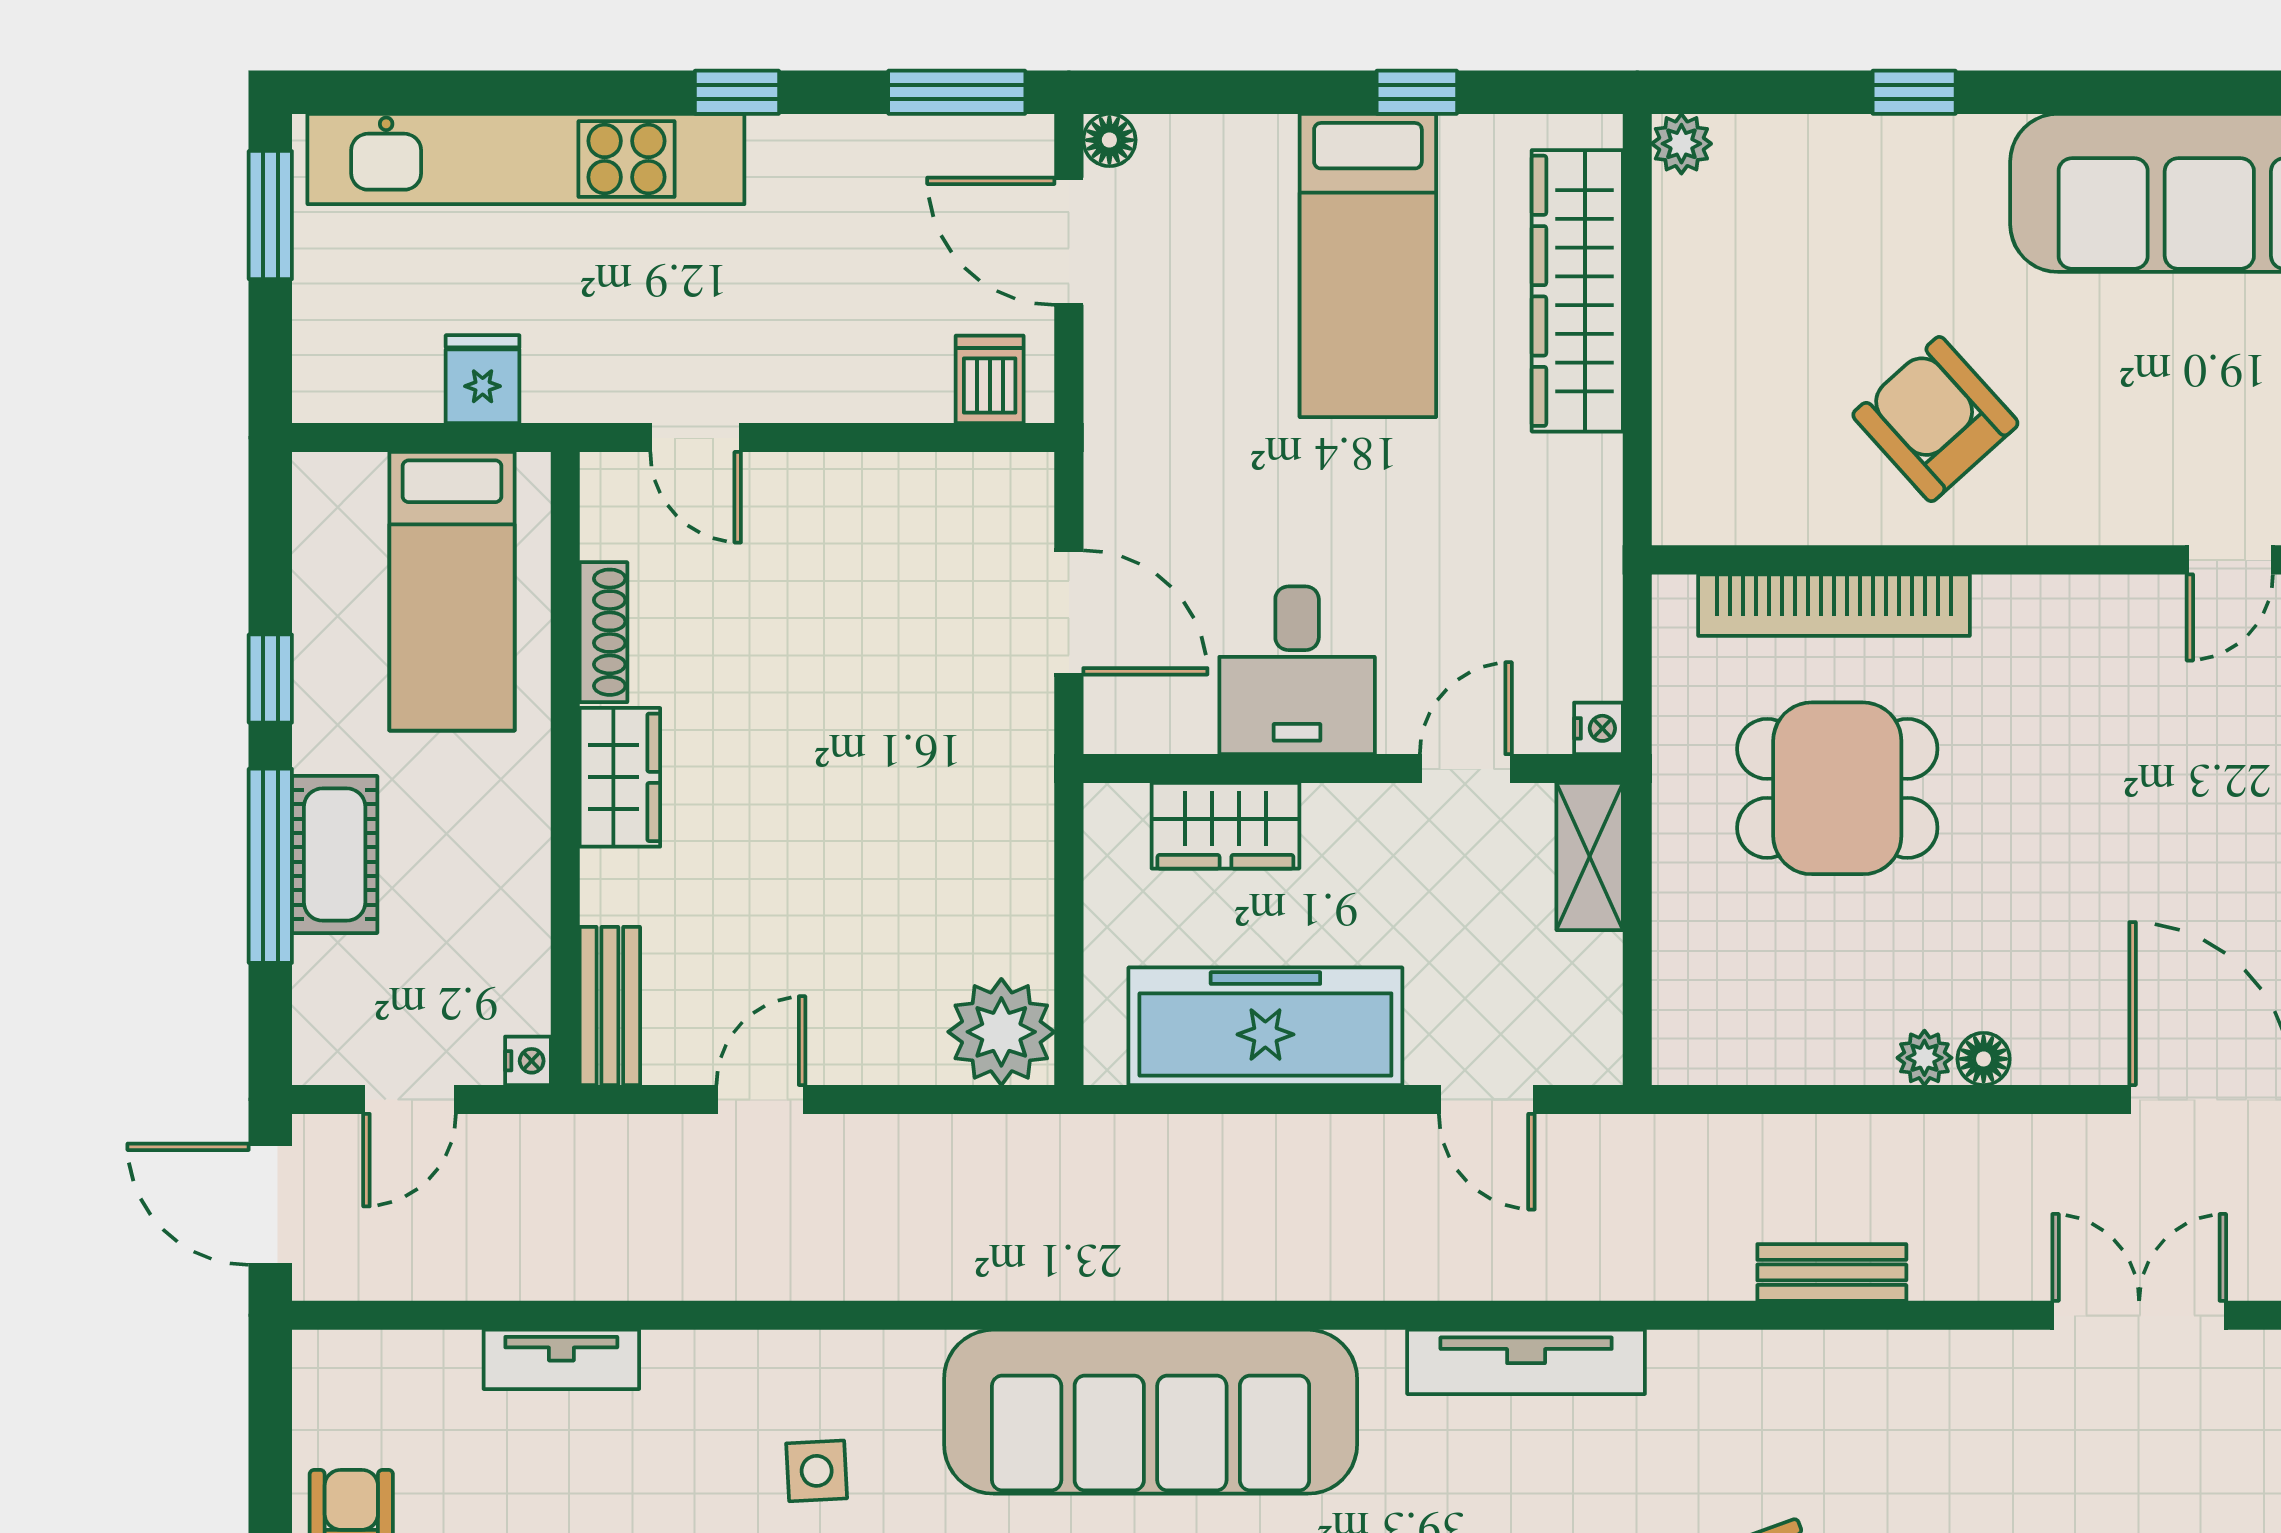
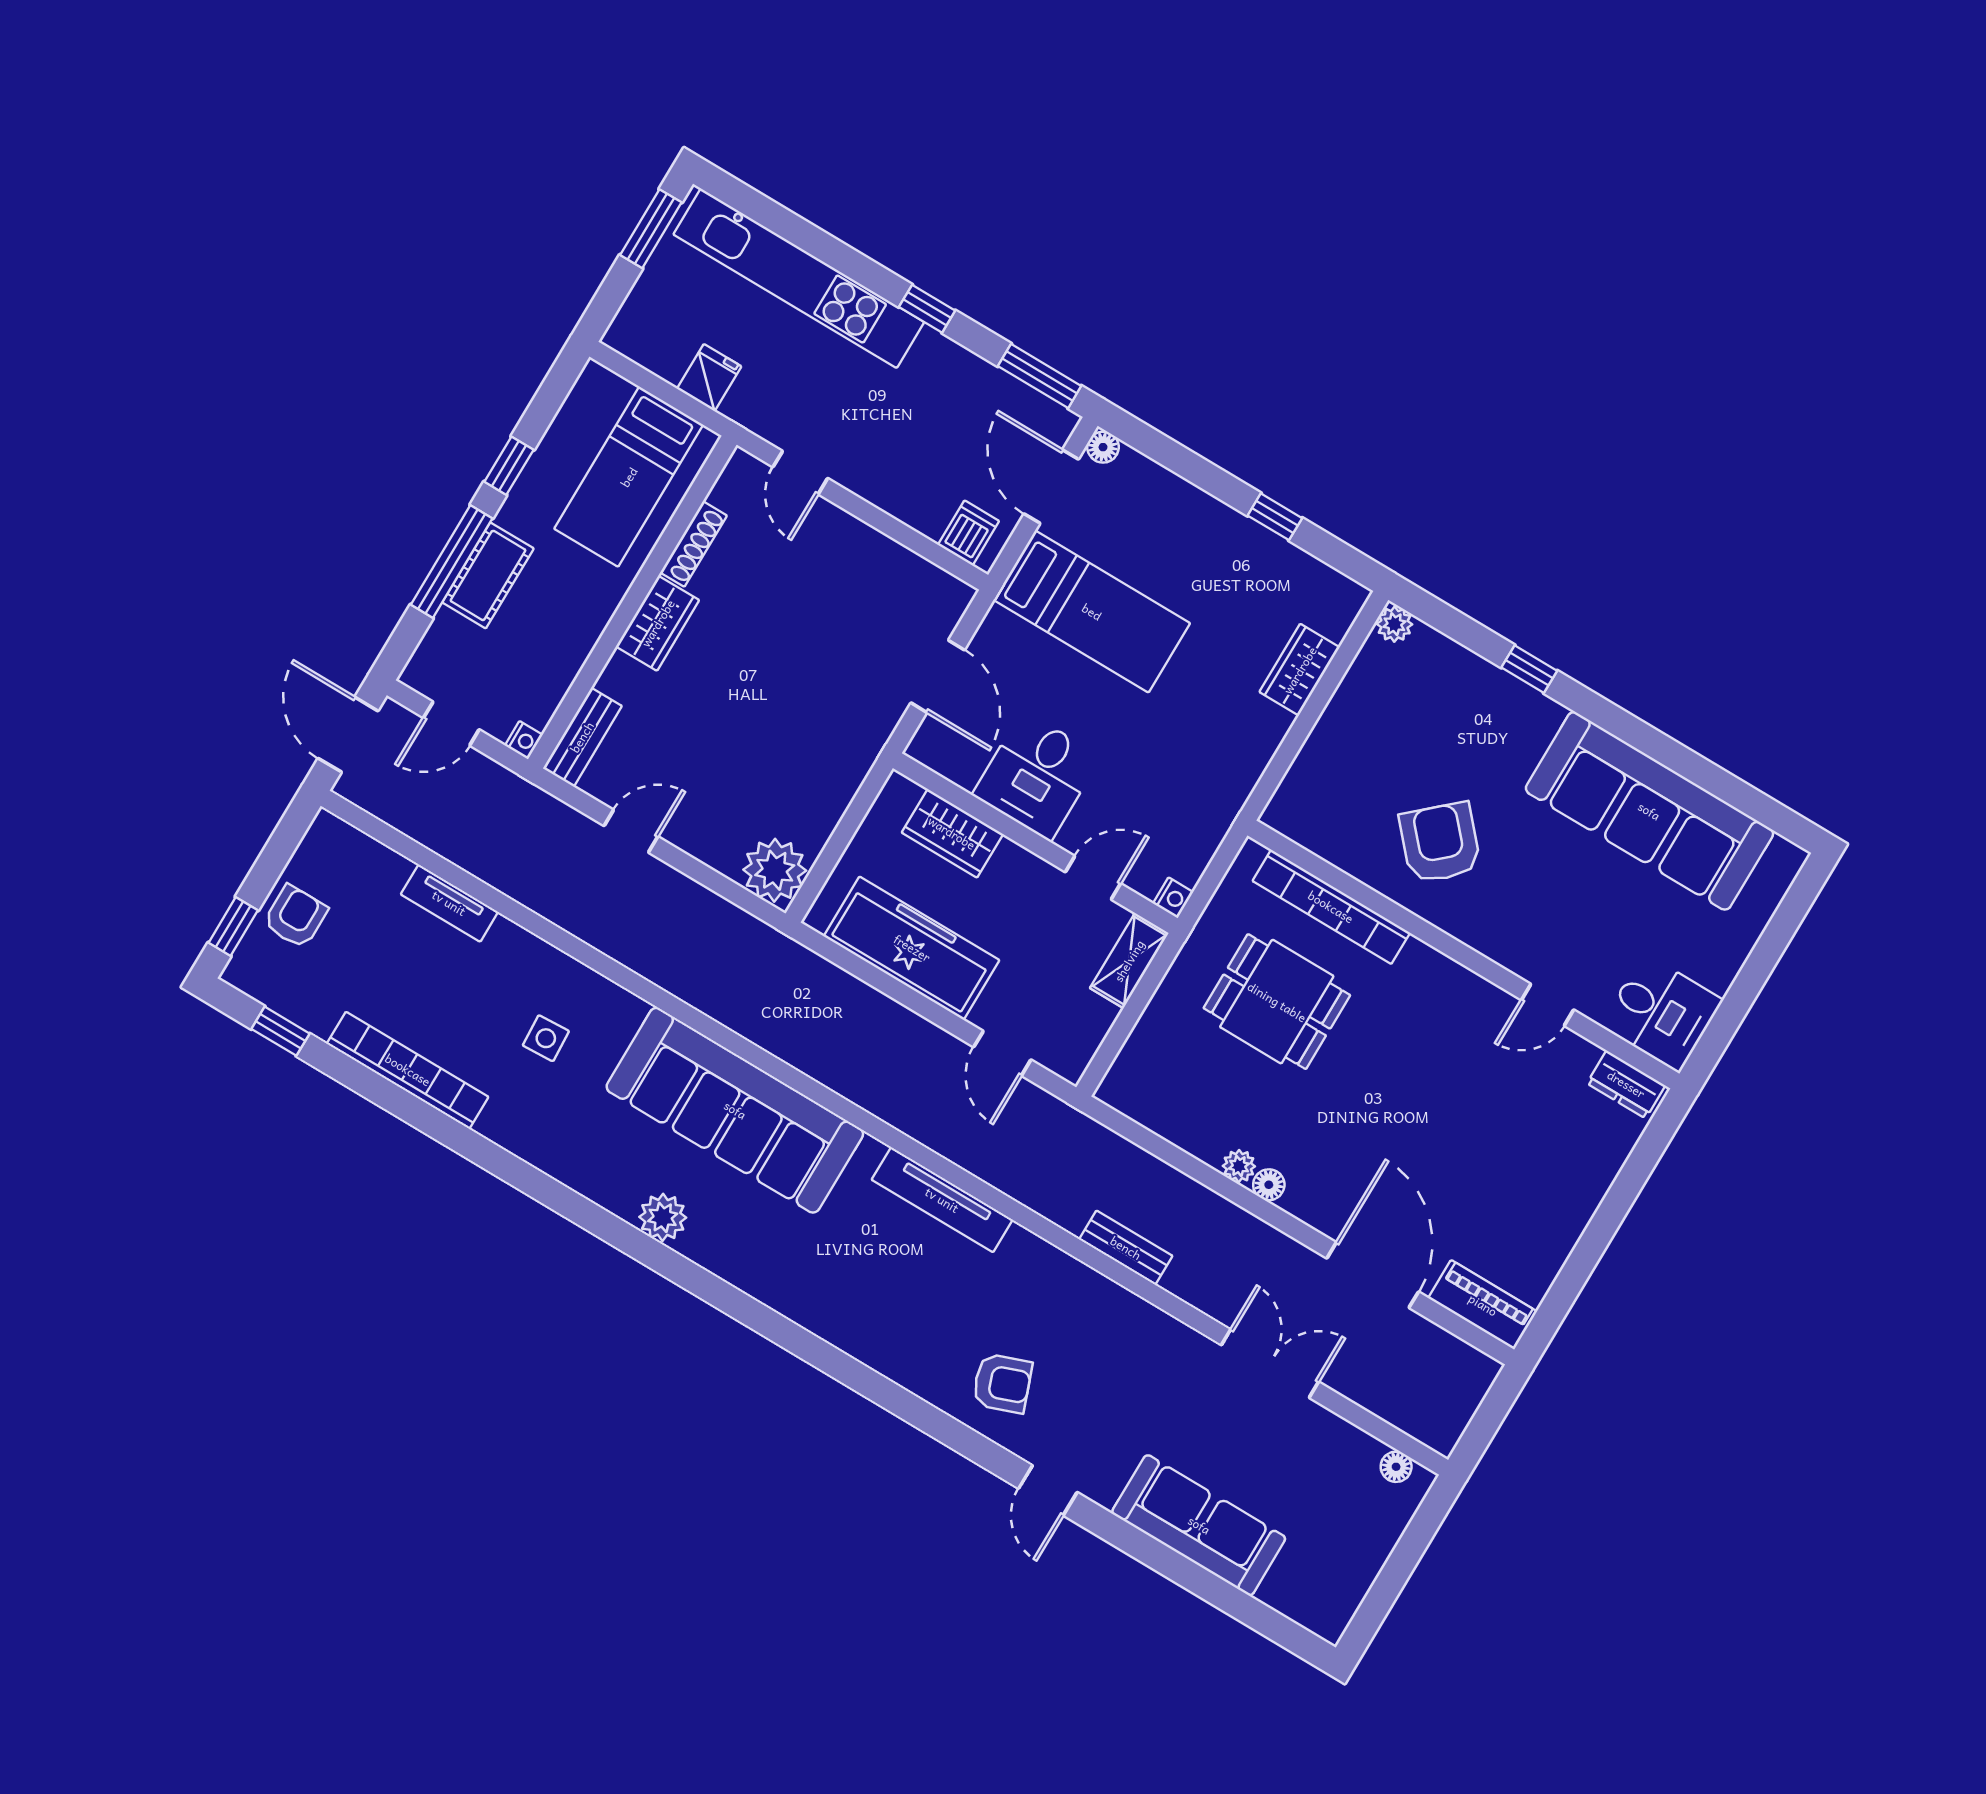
bed: (1368, 265) -> (1092, 612), moved, turned -90
wardrobe: (1577, 291) -> (1300, 670), width x0.48, depth x0.85

